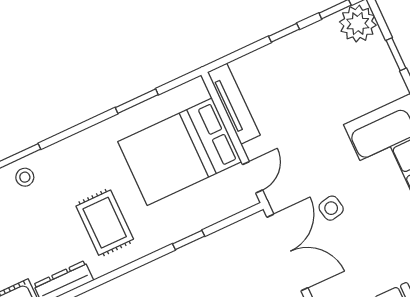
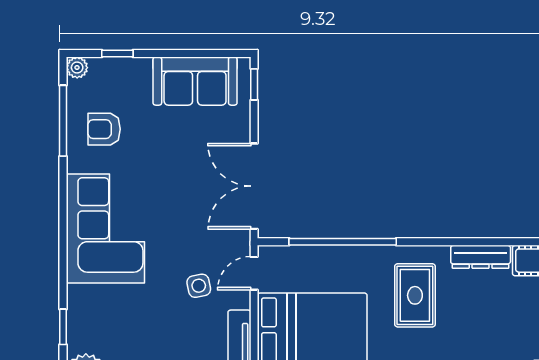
side table: (331, 208) -> (199, 286), moved
window: (189, 240) -> (343, 242), width x3.17

